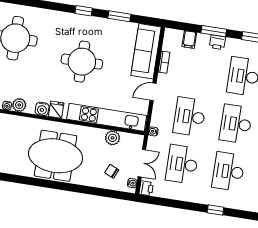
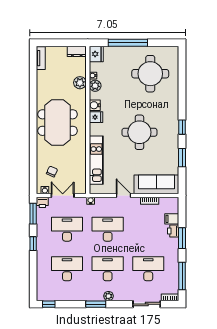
printer: (217, 42) -> (173, 231), moved
kitchen unit: (107, 117) -> (96, 160), width x0.73
plant: (113, 138) -> (80, 83), moved
double door: (142, 163) -> (63, 195), swing flipped
window: (158, 201) -> (33, 214), added
window: (215, 210) -> (33, 244), moved

